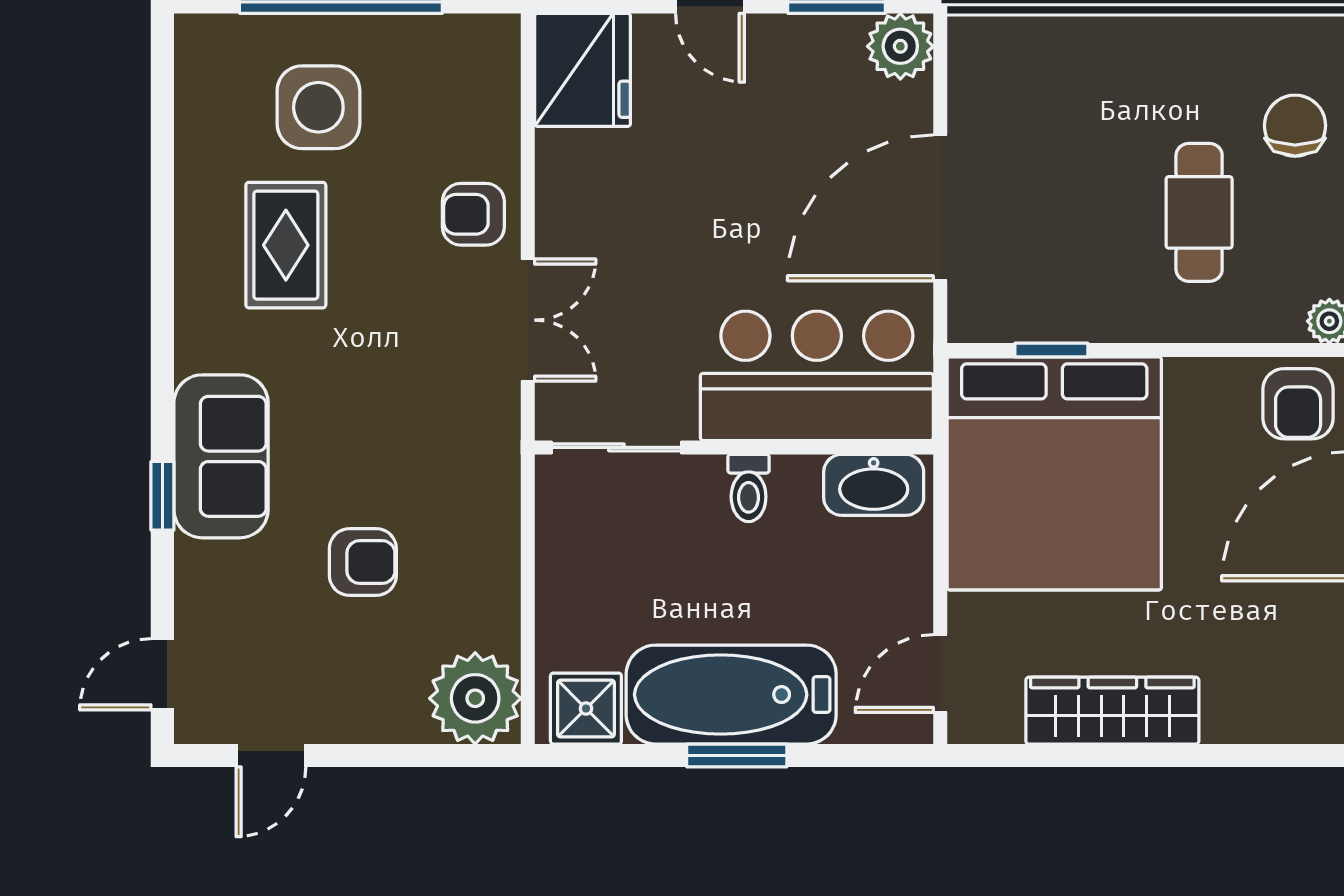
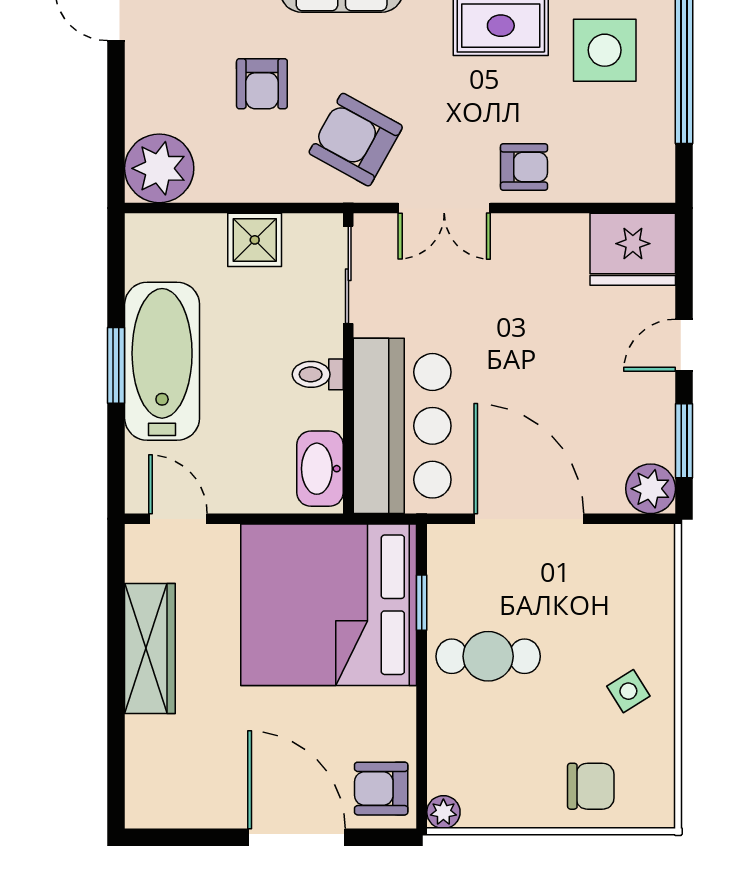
side table: (1169, 76) -> (628, 691), added
cafe table: (1199, 212) -> (488, 656), moved
armchair: (473, 214) -> (524, 167), turned 90
armchair: (437, 438) -> (356, 140), added
shower: (586, 709) -> (255, 240), moved

